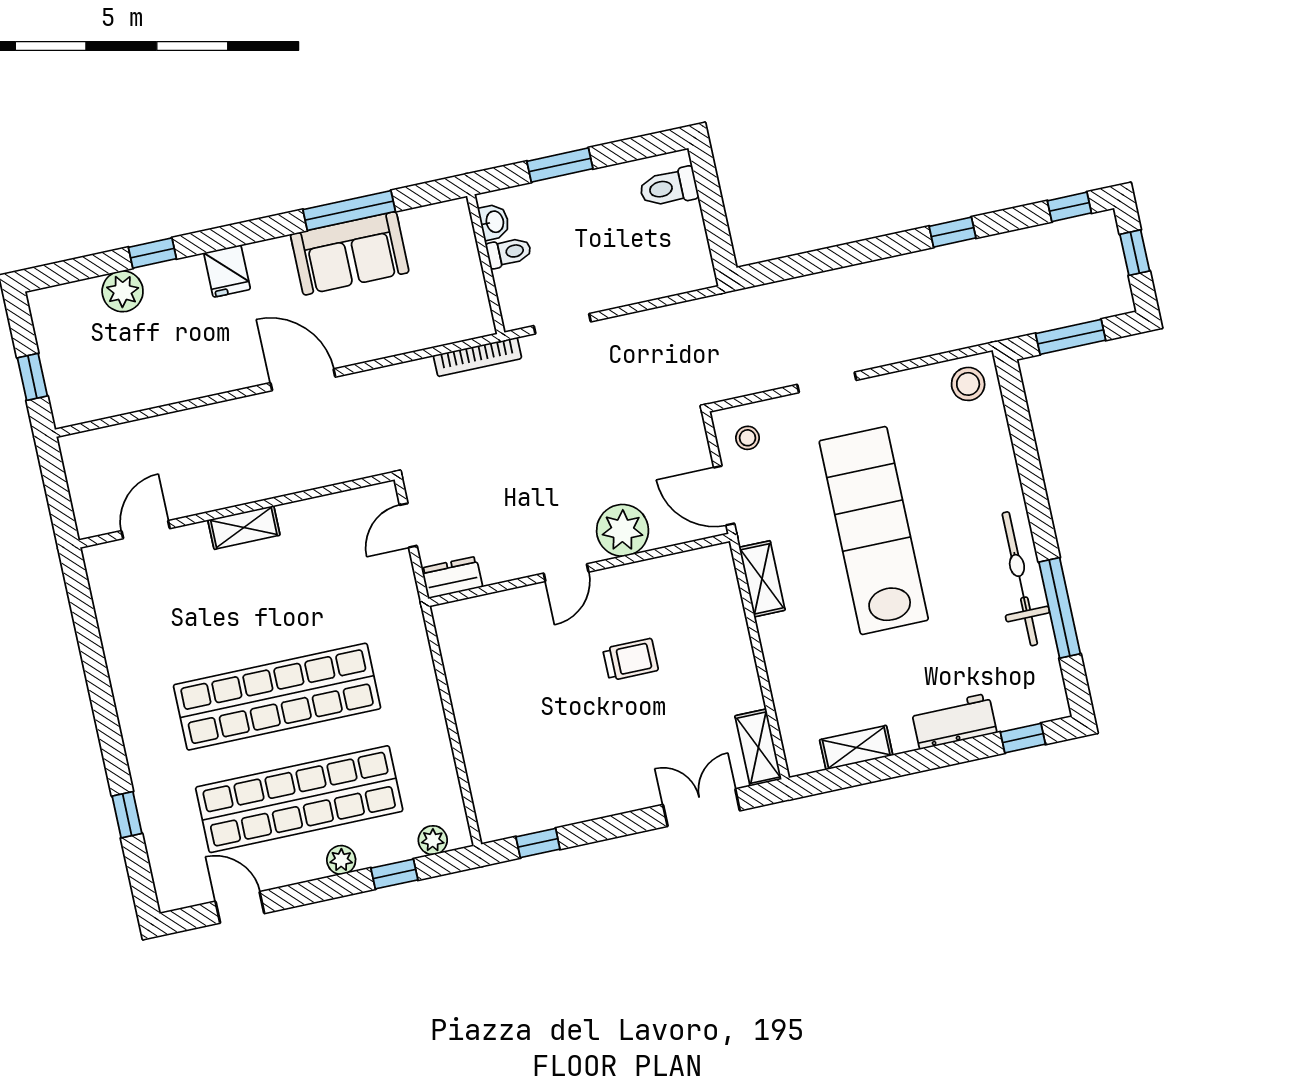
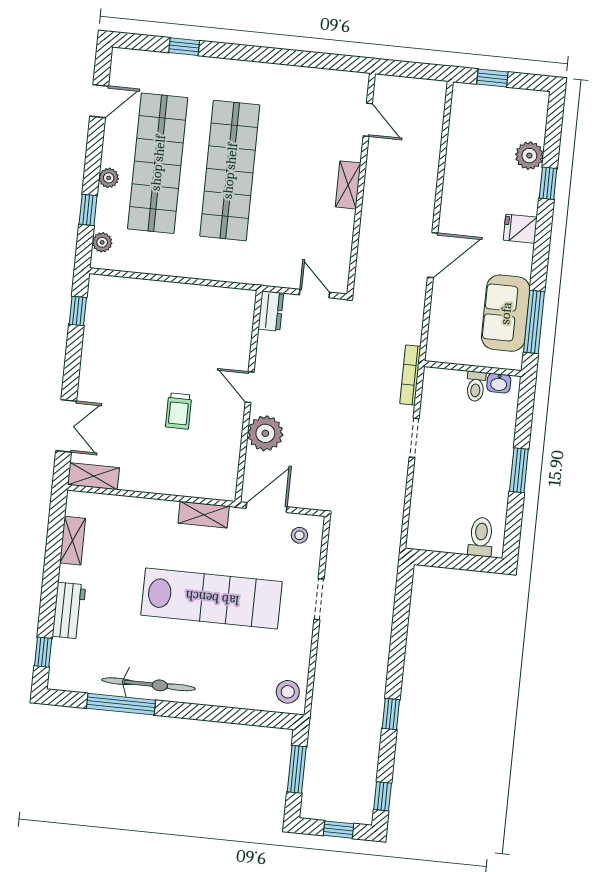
washbasin: (494, 222) -> (499, 383), moved
toilet: (509, 252) -> (476, 386), moved
wall: (486, 264) -> (473, 369), moved

